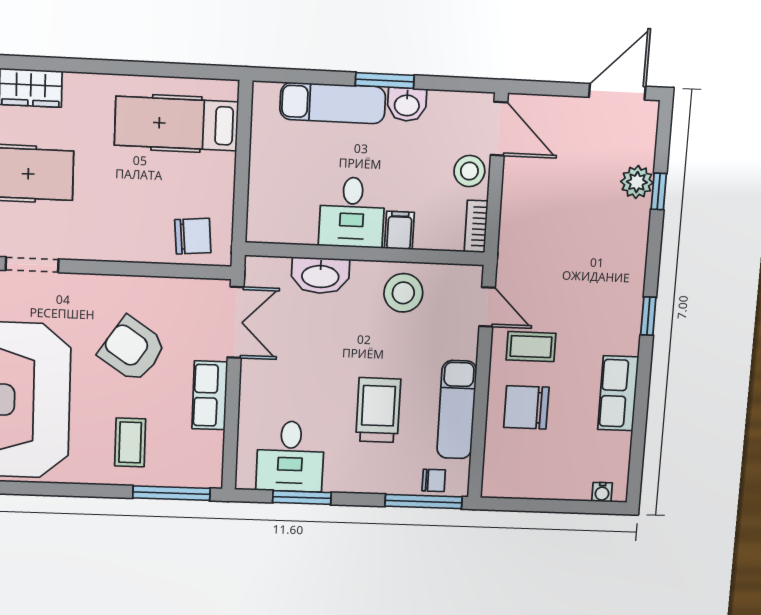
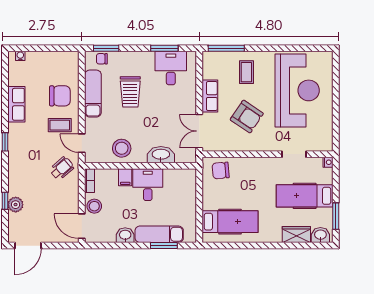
window: (385, 80) -> (164, 246), moved
wheelchair: (533, 255) -> (62, 168), added
window: (424, 502) -> (106, 48), width x0.69

